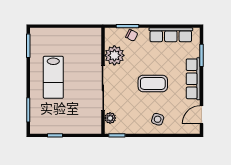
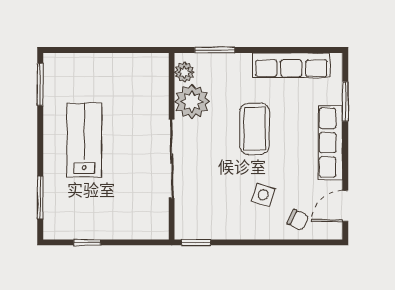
chair: (132, 35) -> (298, 220), moved
lab bench: (53, 77) -> (84, 140), turned 180
coffee table: (153, 84) -> (255, 129), moved, turned 90
plant: (110, 118) -> (184, 72), moved
side table: (158, 119) -> (263, 195), moved

